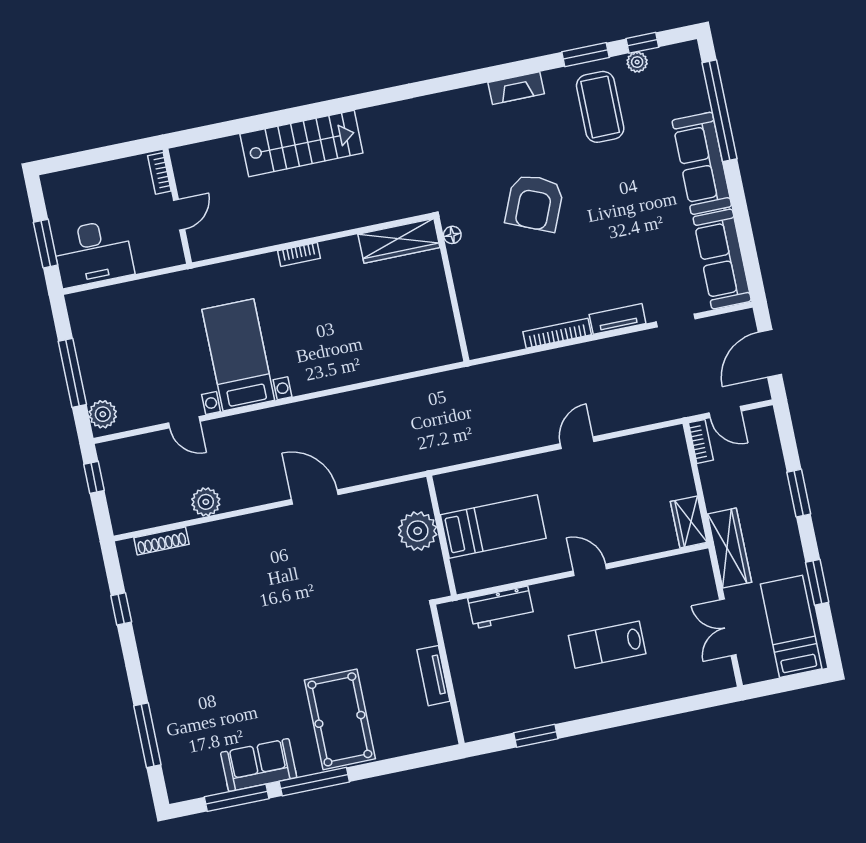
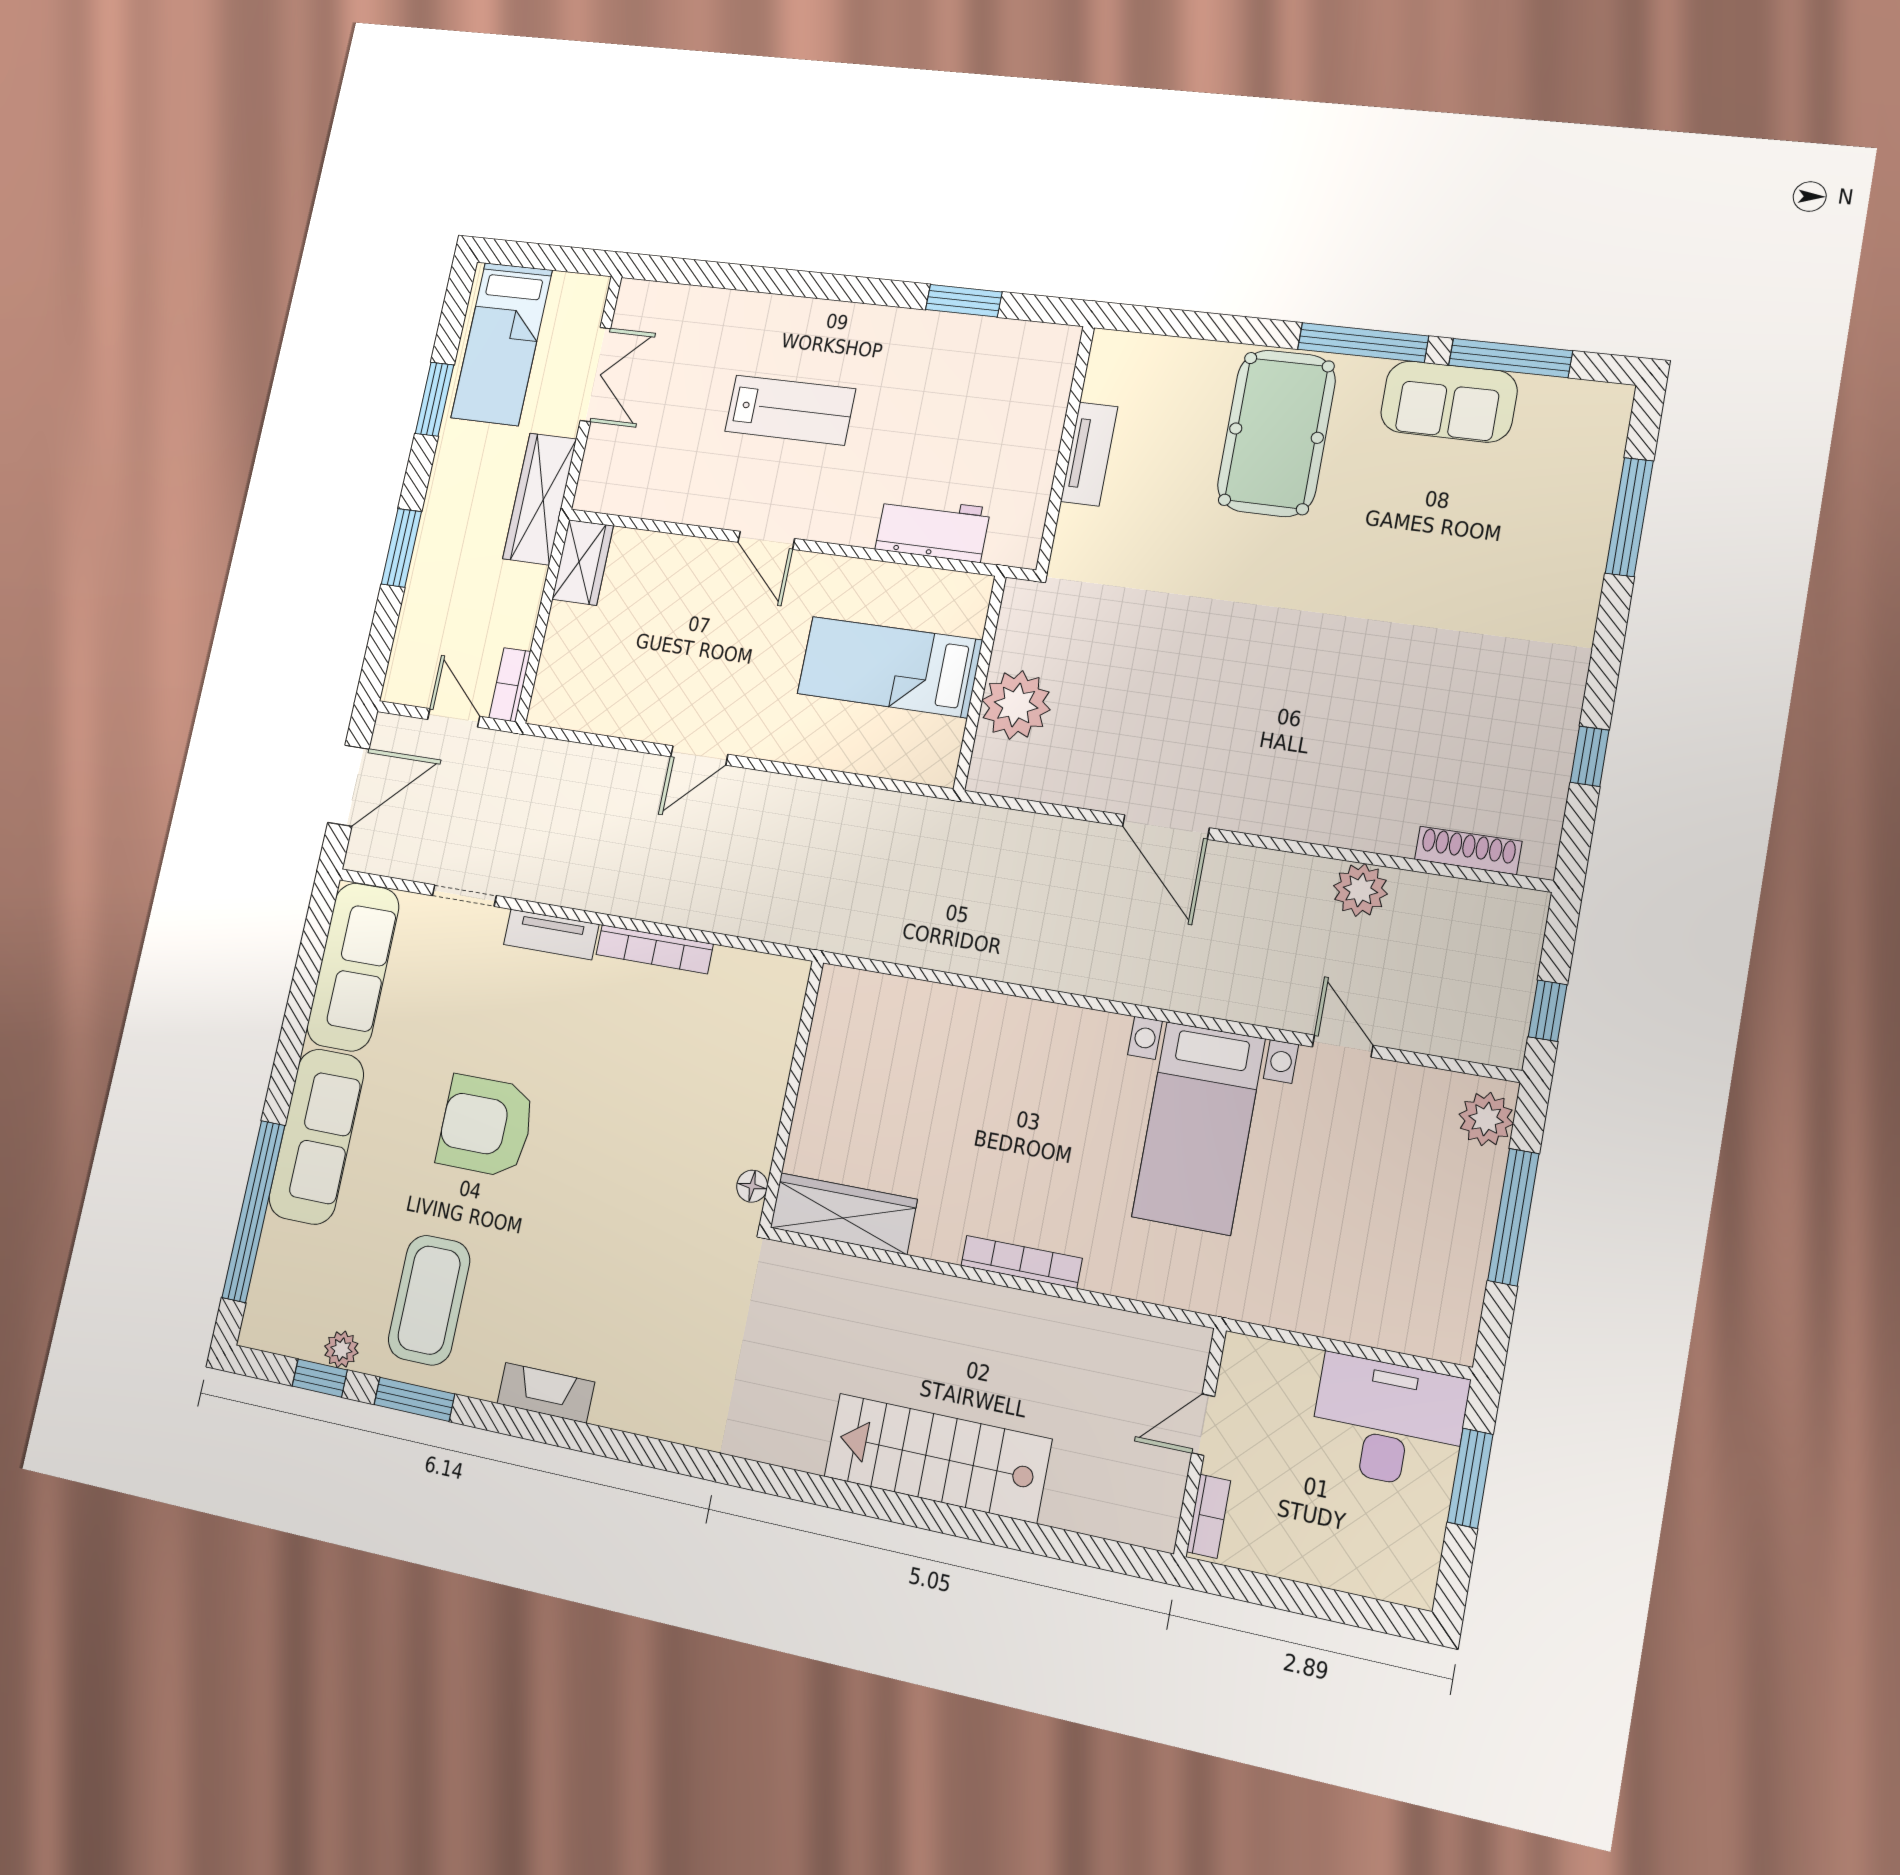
armchair: (535, 203) -> (486, 1126), moved, turned -113
bookcase: (299, 255) -> (1021, 1262), width x1.56

